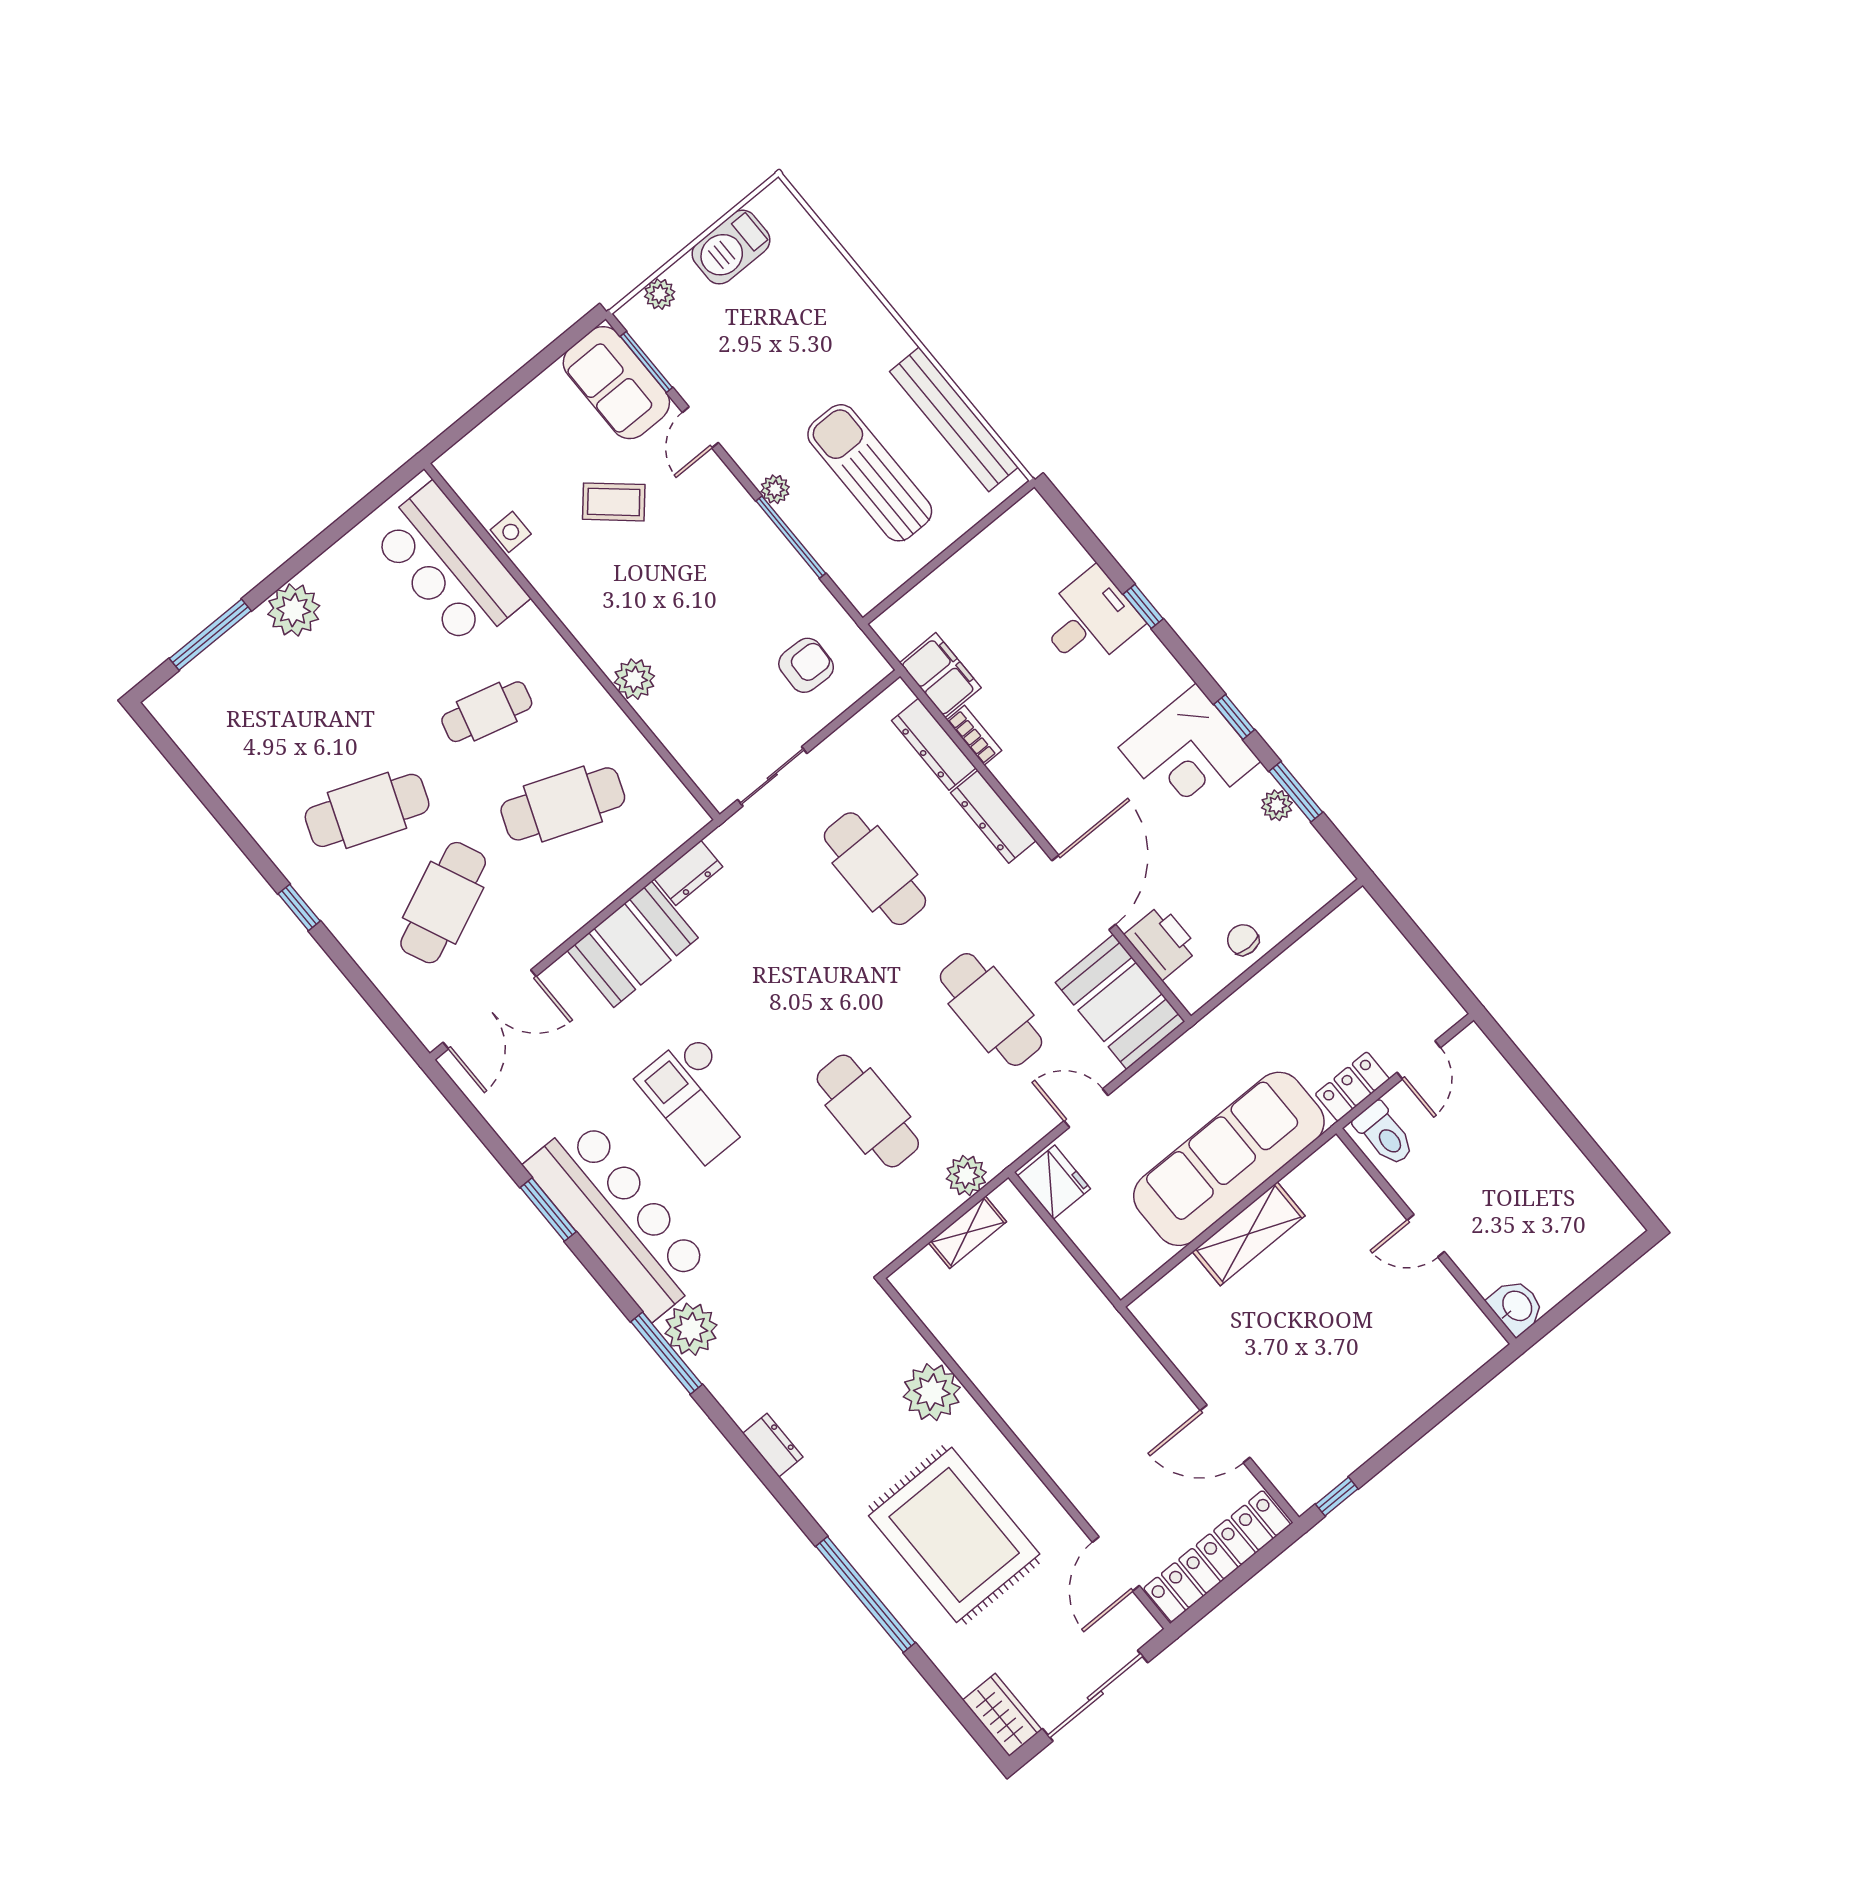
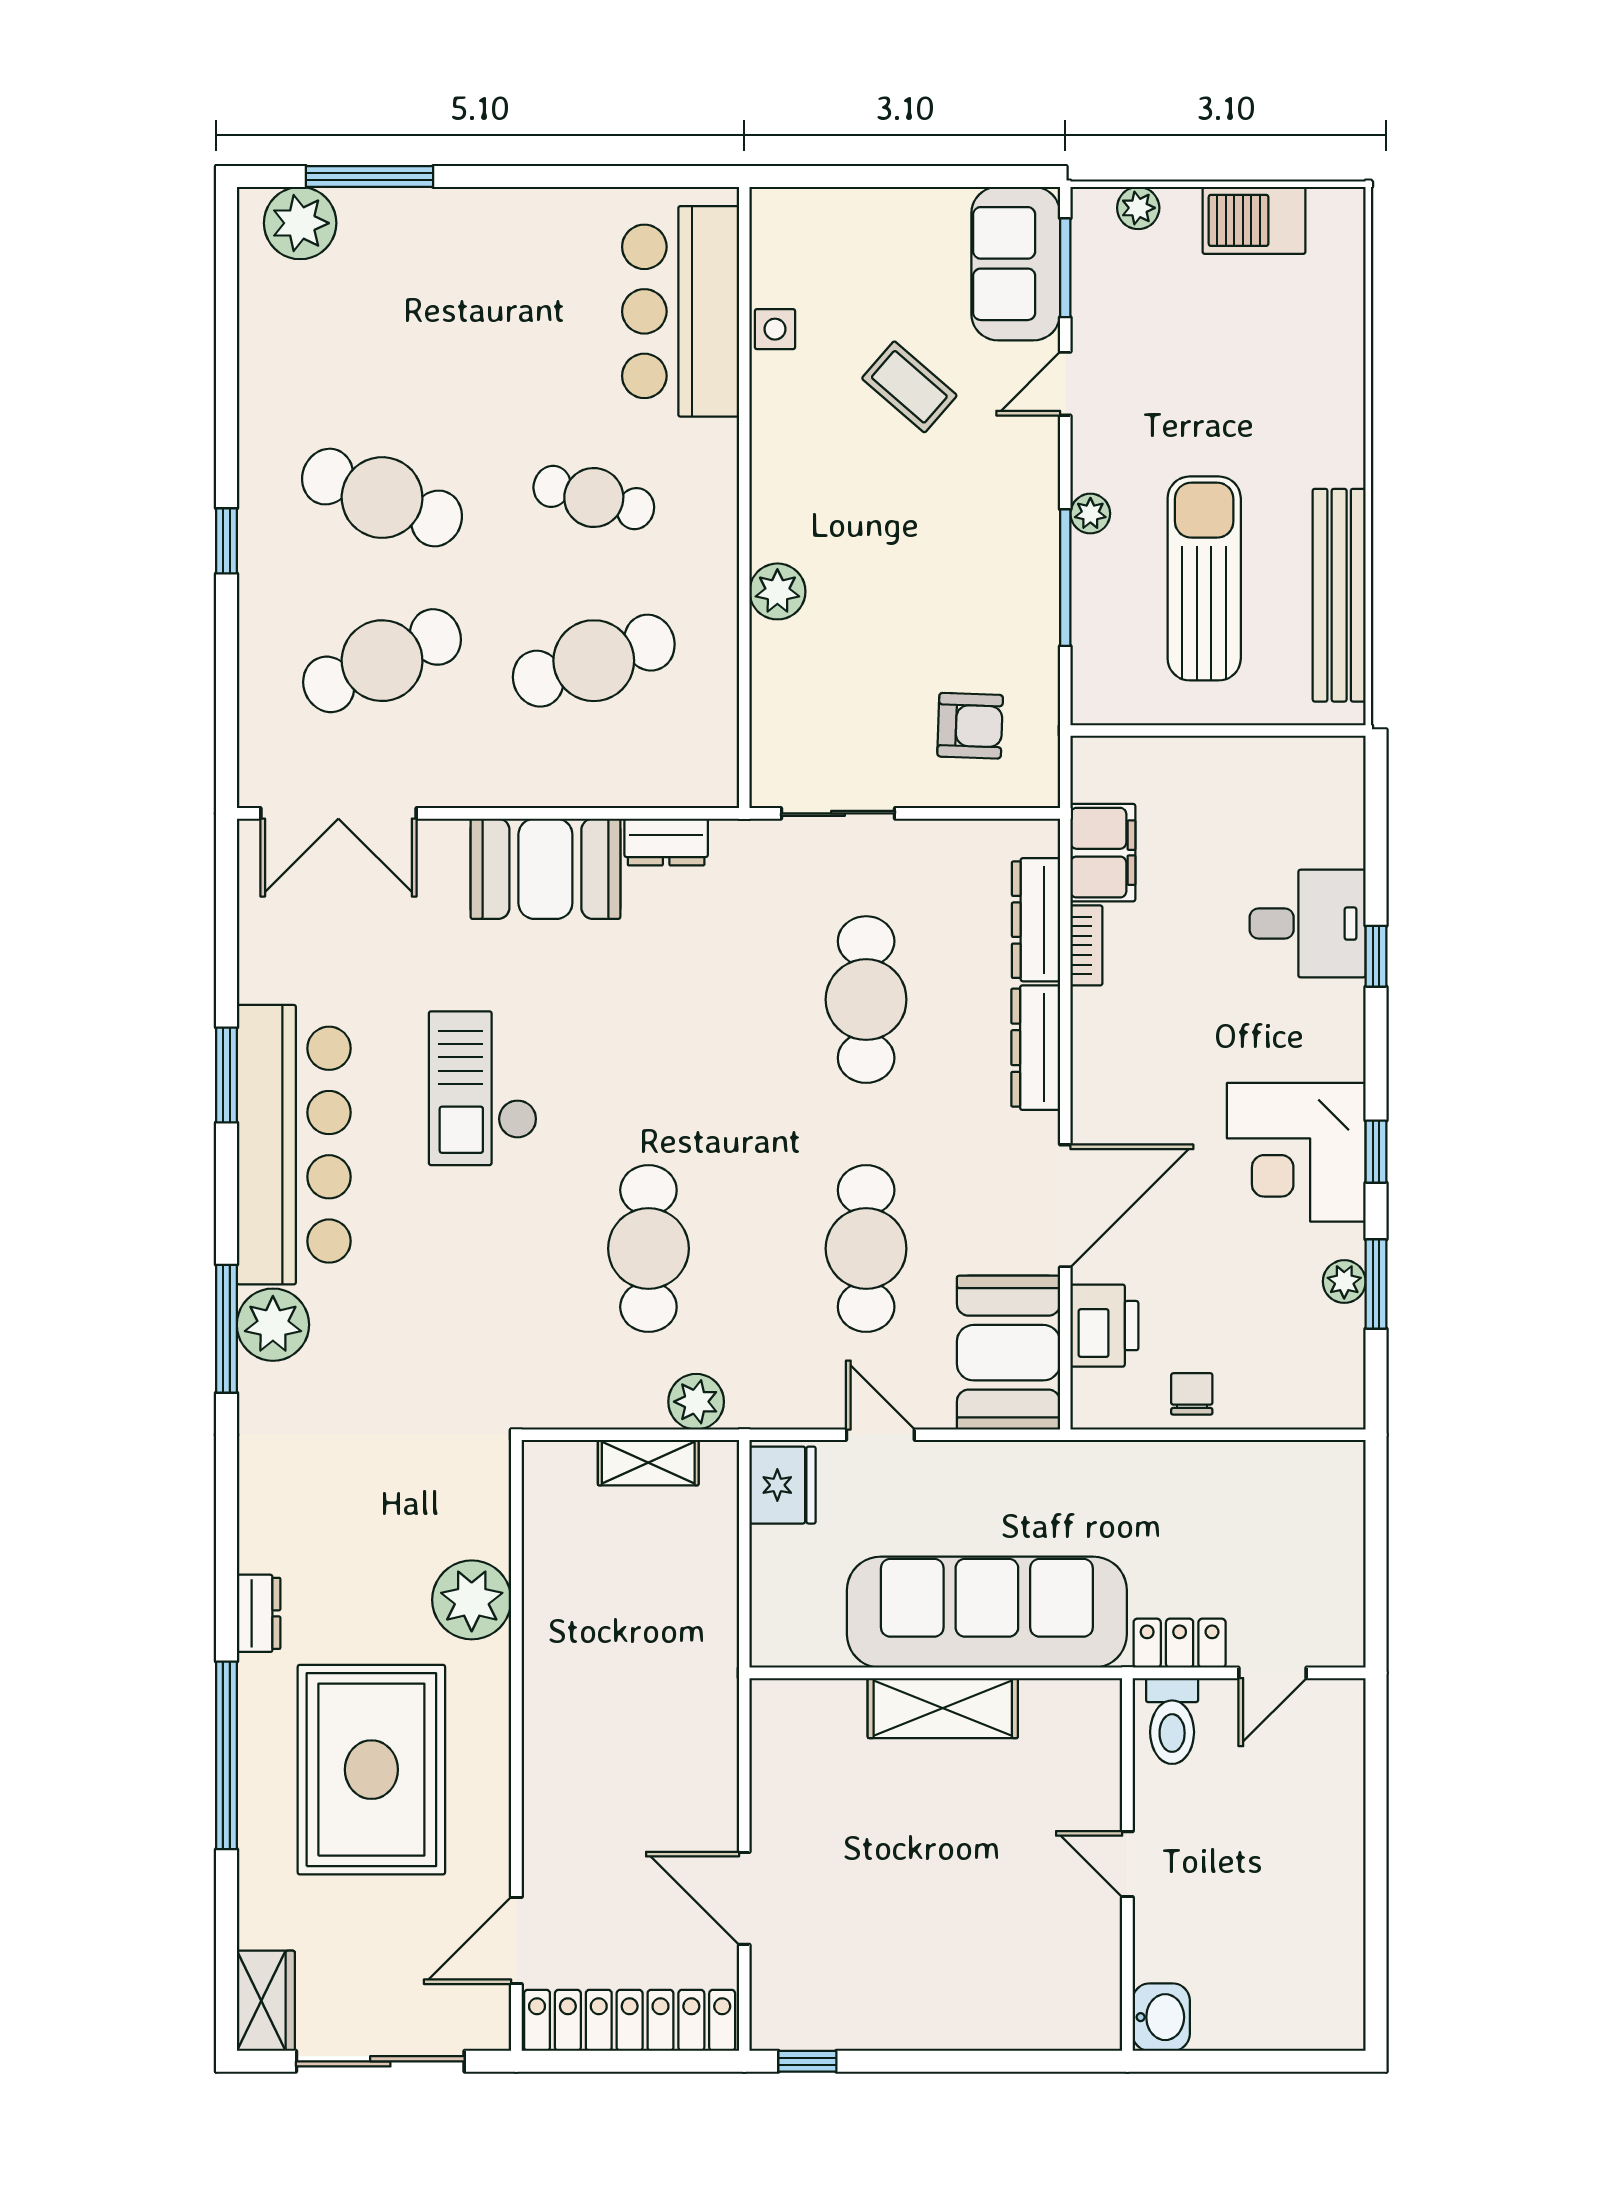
plant: (294, 610) -> (300, 223), moved
cafe table: (563, 804) -> (594, 661), turned -39
dresser: (773, 1445) -> (259, 1613), moved

